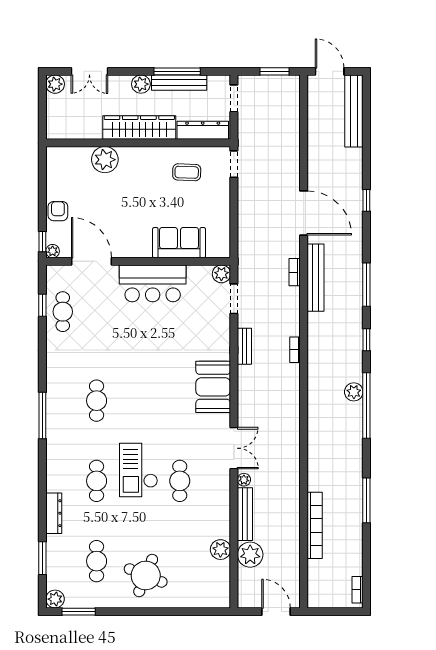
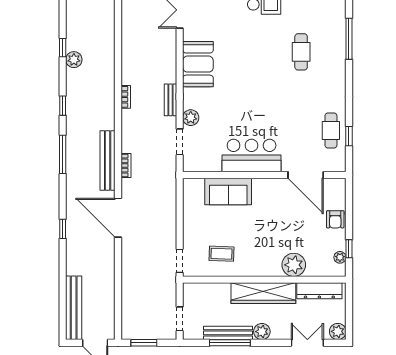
dresser: (203, 130) -> (319, 291), moved
window: (42, 242) -> (349, 249), moved
plant: (53, 251) -> (340, 257), moved
plant: (221, 274) -> (191, 118), moved
window: (366, 406) -> (63, 48), width x0.32

